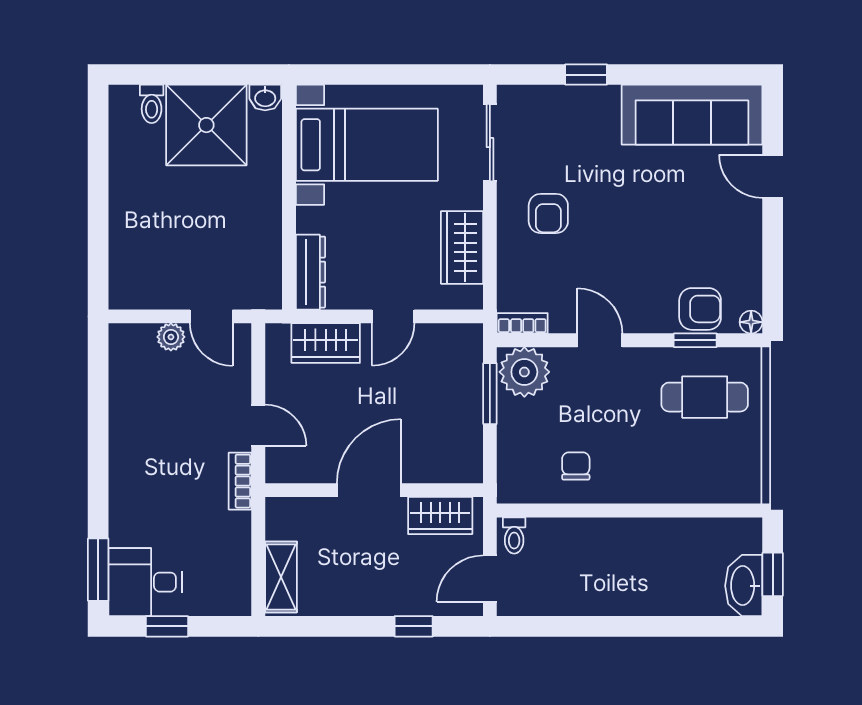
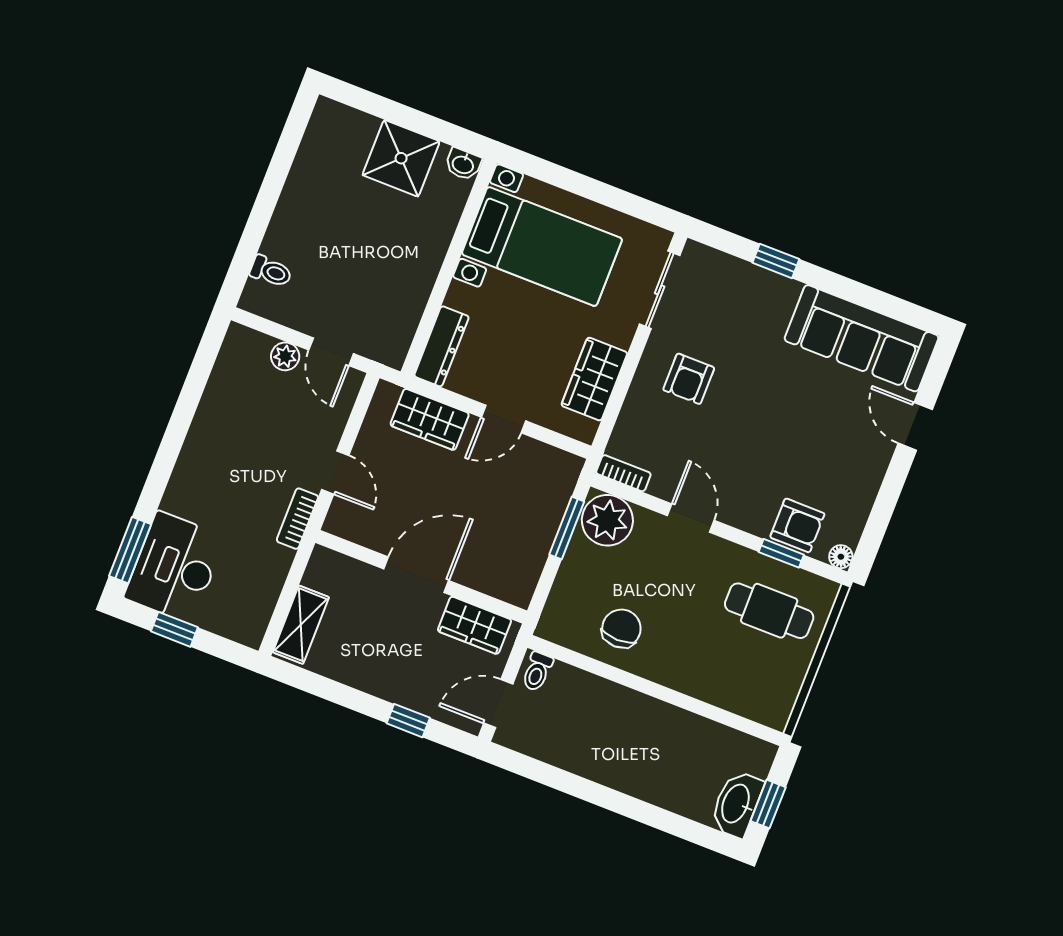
toilet: (152, 104) -> (271, 271), moved, turned -90
shower: (206, 125) -> (401, 158), width x0.73, depth x0.73
chair: (576, 466) -> (621, 629), width x1.37, depth x1.37
desk: (145, 582) -> (175, 567), width x1.37

